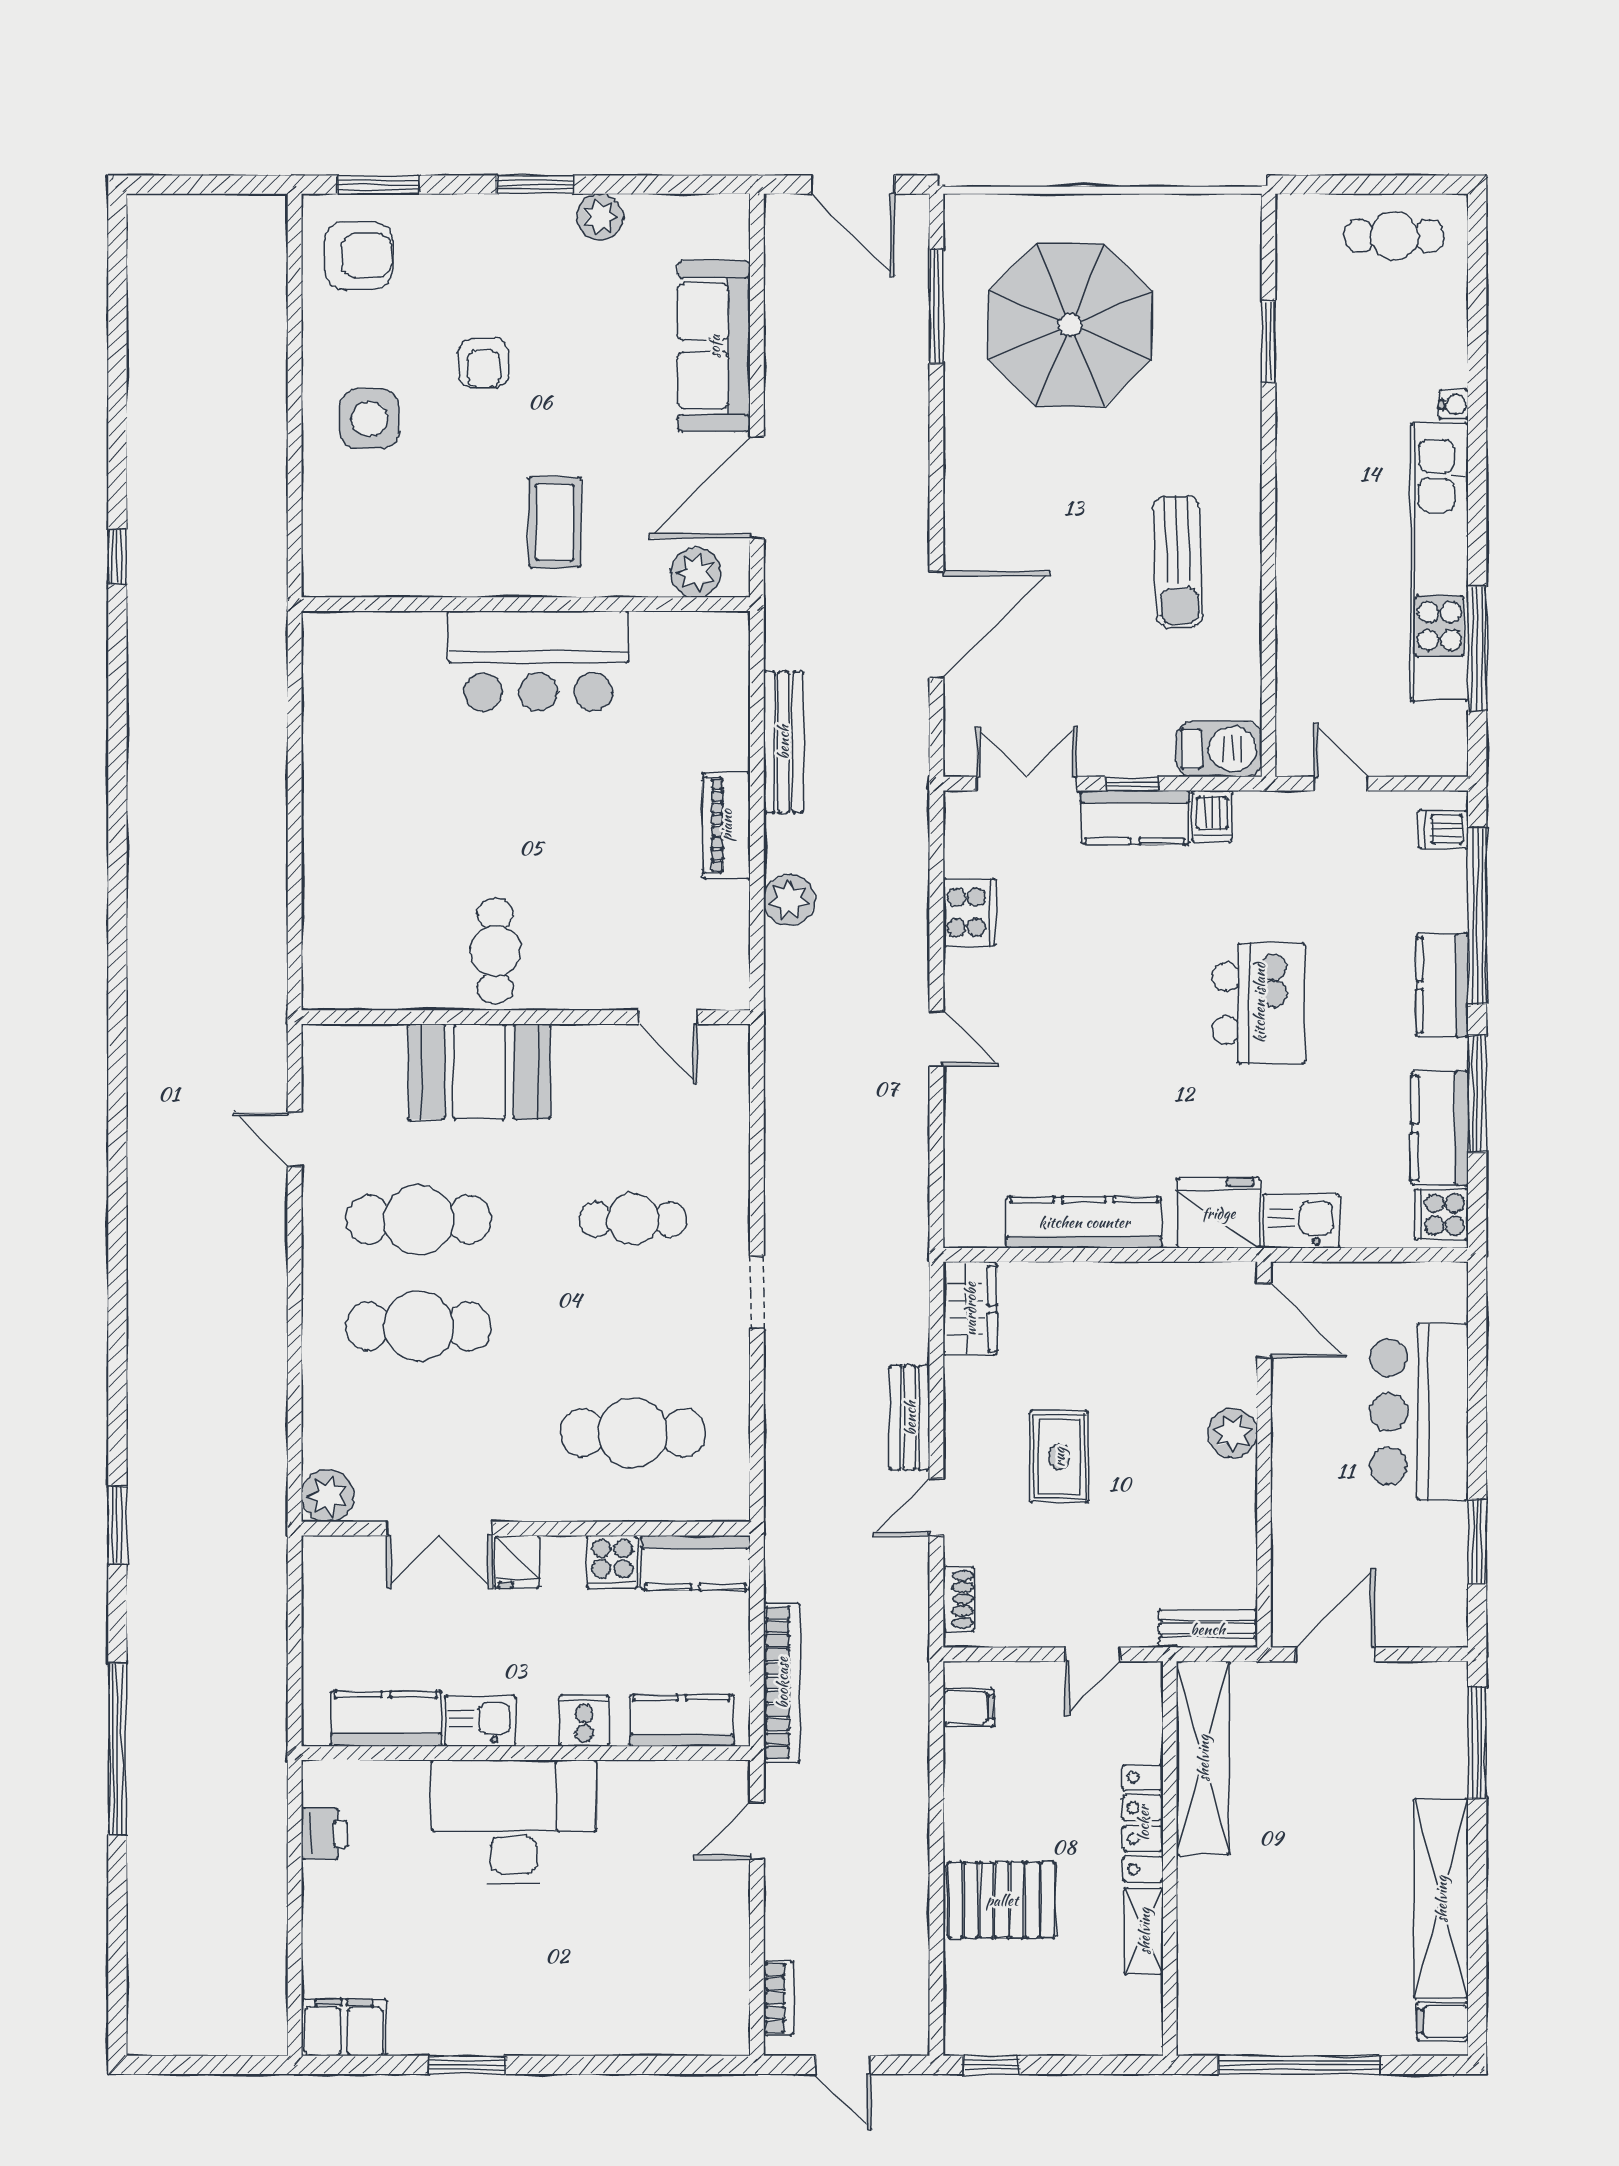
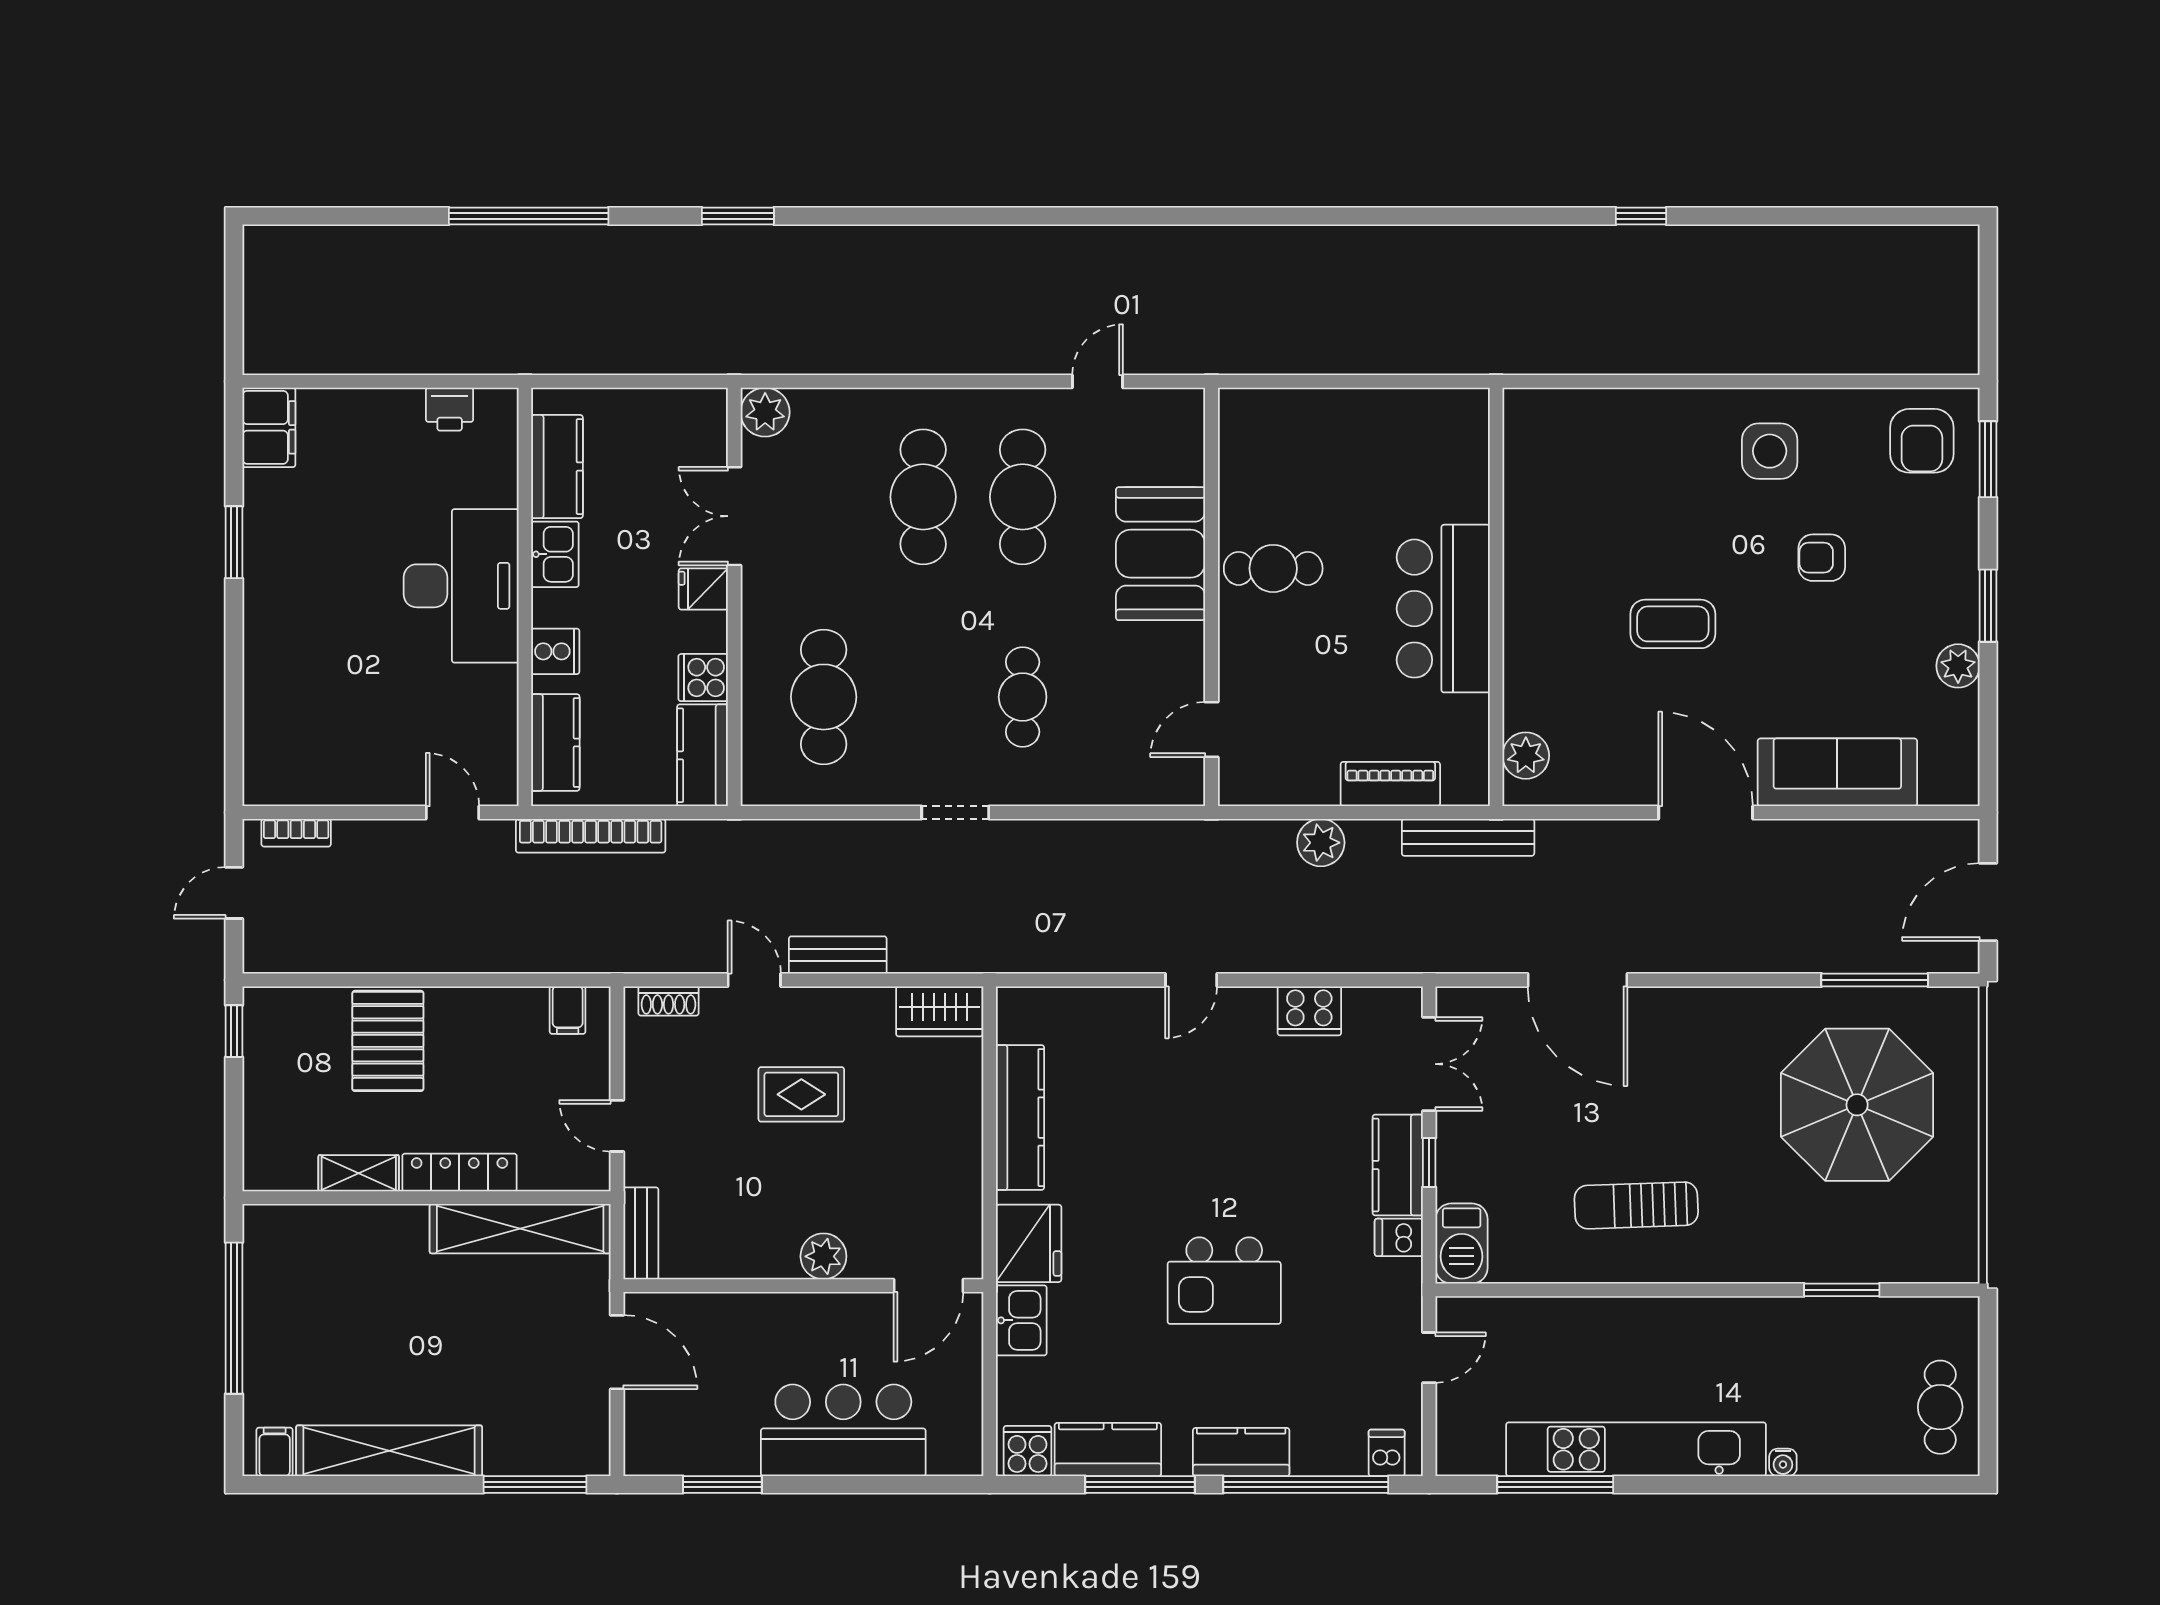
plant: (696, 572) -> (1526, 756), moved
wall: (526, 604) -> (1496, 597), moved
bar counter: (538, 661) -> (1443, 609), moved

